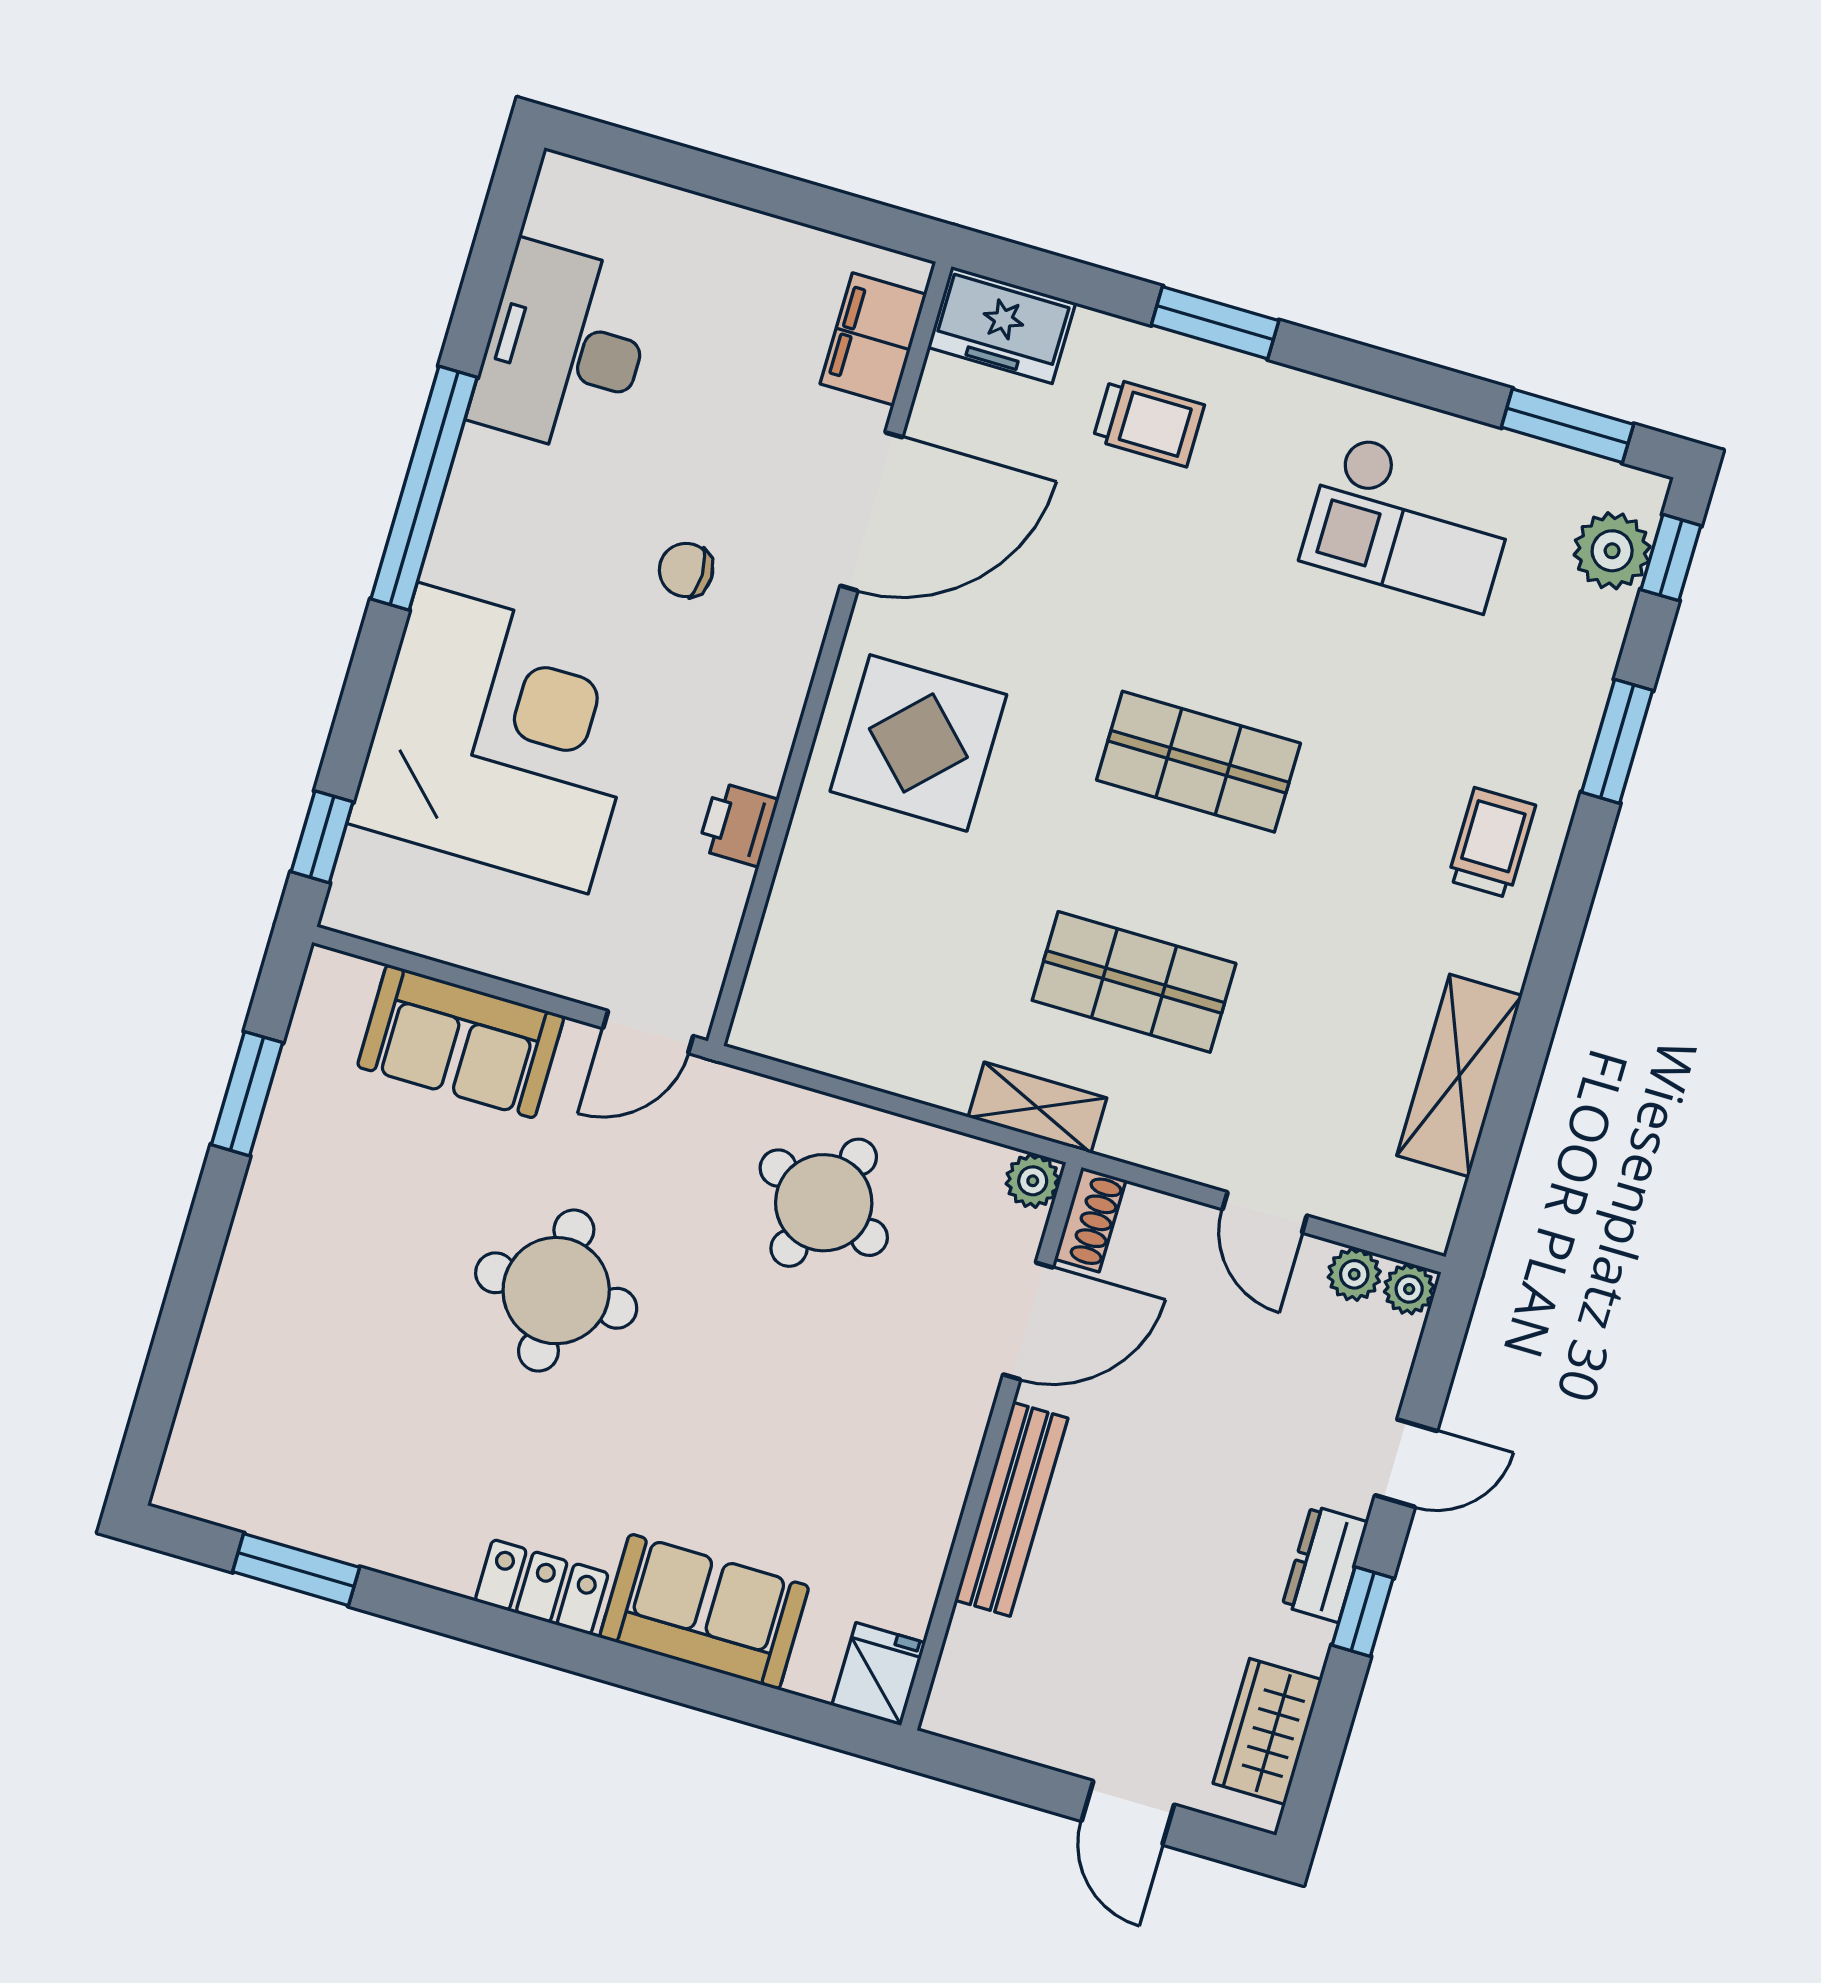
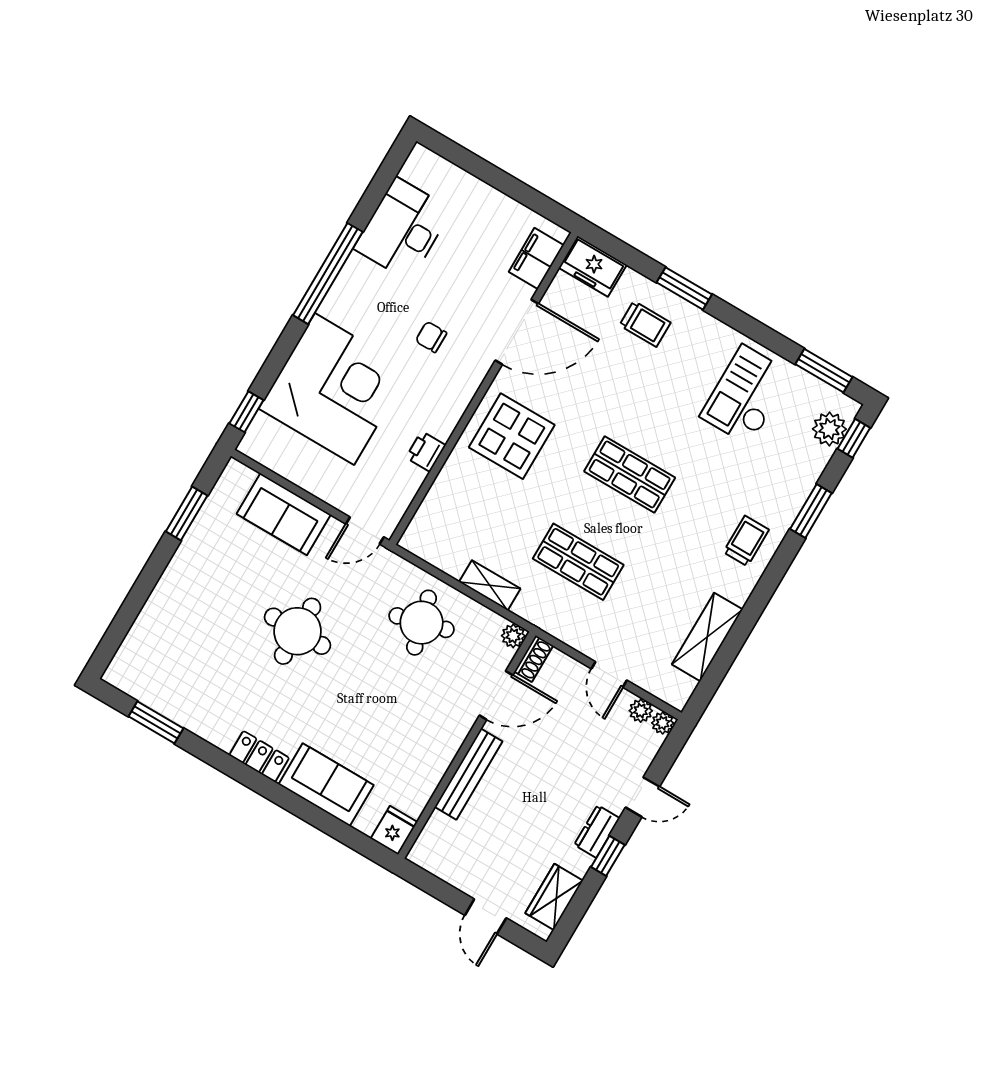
checkout: (1410, 523) -> (746, 395), turned 90
shelving: (1037, 1108) -> (490, 585), moved
round table: (824, 1203) -> (422, 623), turned -36

